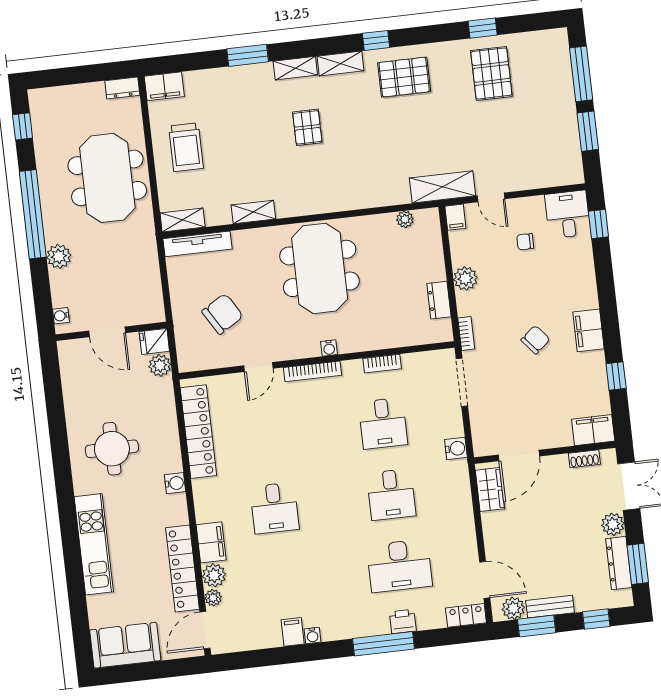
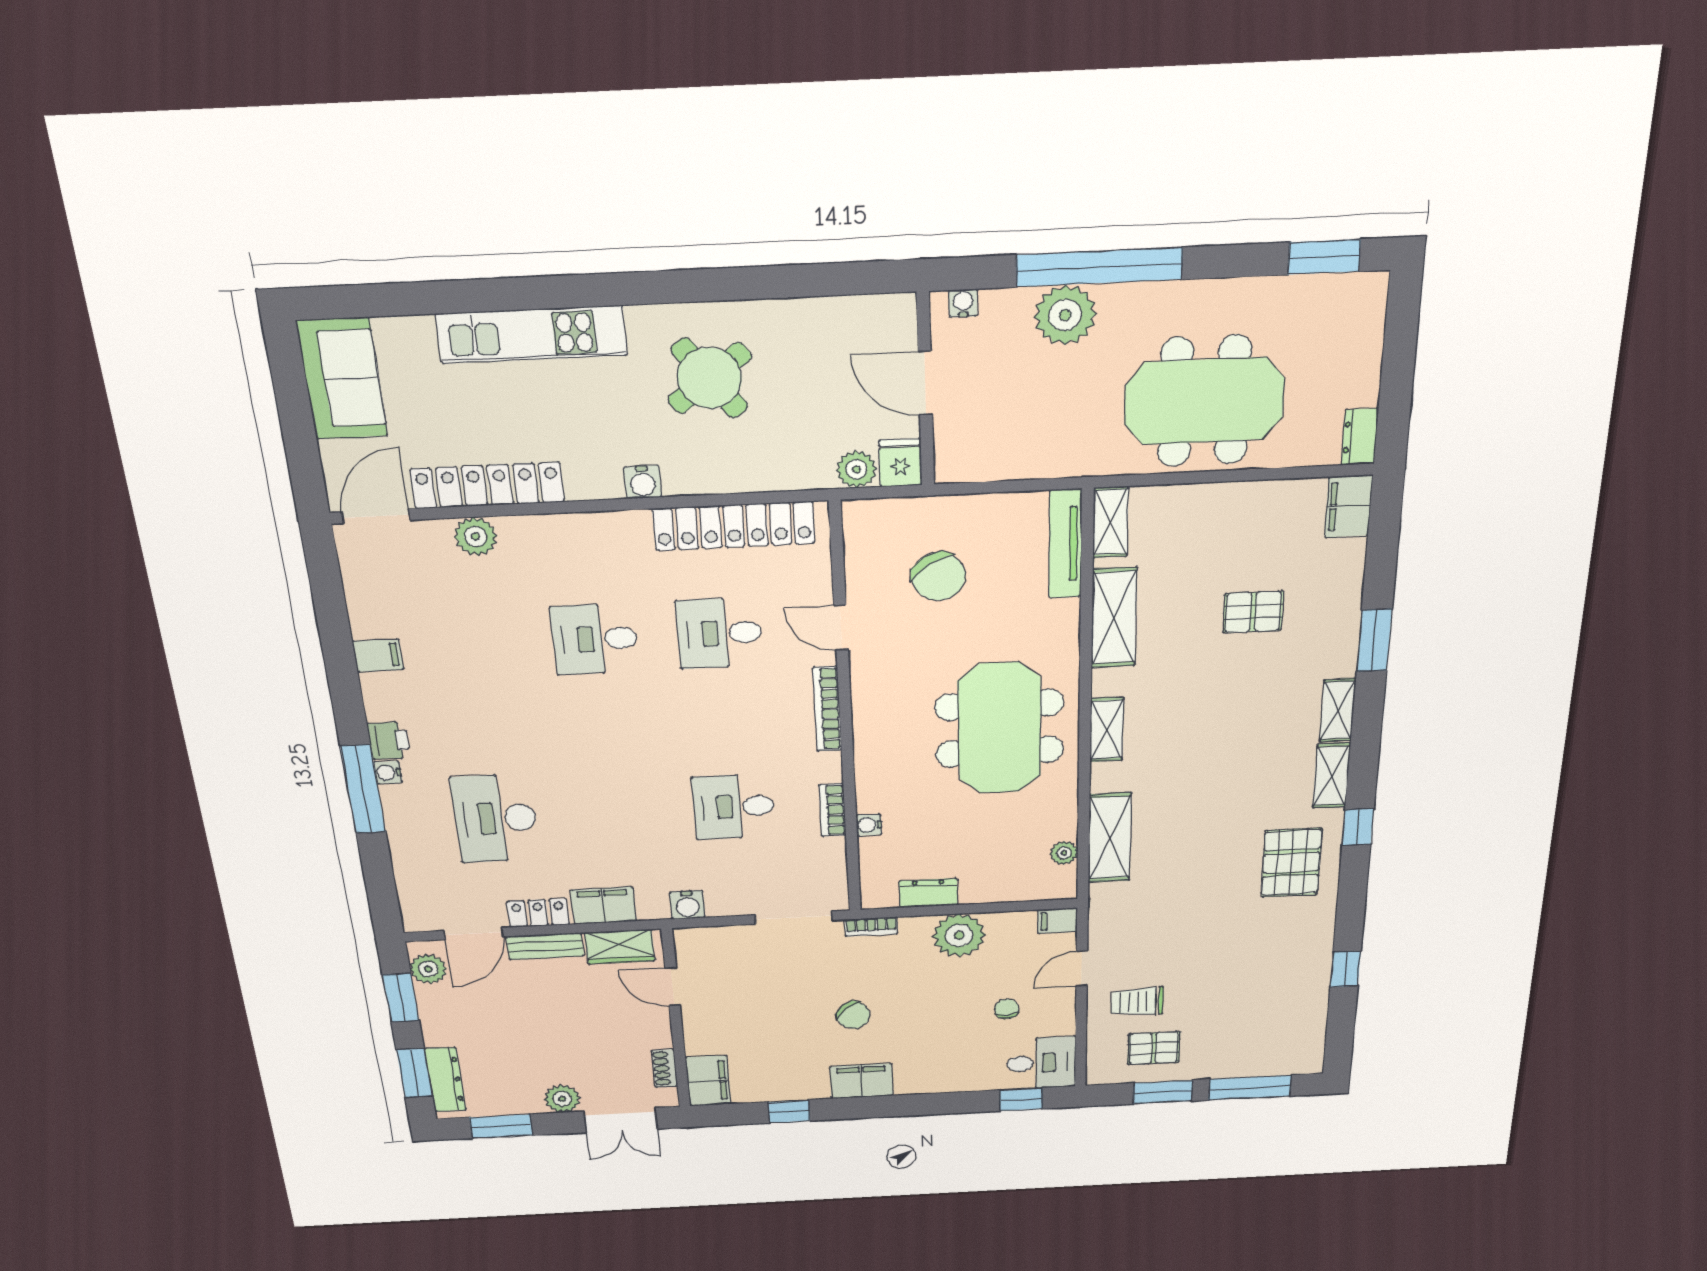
pallet: (491, 73) -> (1154, 1048), moved, width x0.67, depth x0.71
window: (23, 126) -> (1324, 257), width x1.50
pallet: (307, 127) -> (1253, 612), moved
trolley: (186, 147) -> (1137, 1002), moved, width x0.73, depth x0.72
shelving: (443, 187) -> (1109, 838), moved
shelving: (317, 204) -> (1107, 730), added
shelving: (253, 212) -> (1114, 618), width x1.50, depth x1.33
window: (33, 214) -> (1099, 267), moved
plant: (59, 256) -> (1065, 315), width x1.36, depth x1.36
meeting table: (320, 268) -> (999, 728), turned 90
plant: (465, 278) -> (959, 935), width x1.36, depth x1.36
door: (107, 332) -> (925, 383), hinge flipped
water cooler: (329, 348) -> (869, 825), moved
round table: (112, 449) -> (709, 378), turned -37
door: (519, 456) -> (673, 987), width x0.73
desk: (391, 494) -> (719, 633), moved
filing cabinet: (211, 542) -> (603, 905), moved, turned 180
dresser: (619, 563) -> (445, 1080), moved, turned 90
plant: (213, 598) -> (435, 533), removed
bench: (550, 607) -> (545, 946), moved, turned 90
locker: (466, 615) -> (538, 913), moved, turned -90
window: (596, 619) -> (414, 1073), width x1.50
printer: (403, 621) -> (389, 741), moved
door: (205, 630) -> (376, 516), hinge flipped
water cooler: (312, 635) -> (388, 772), moved

